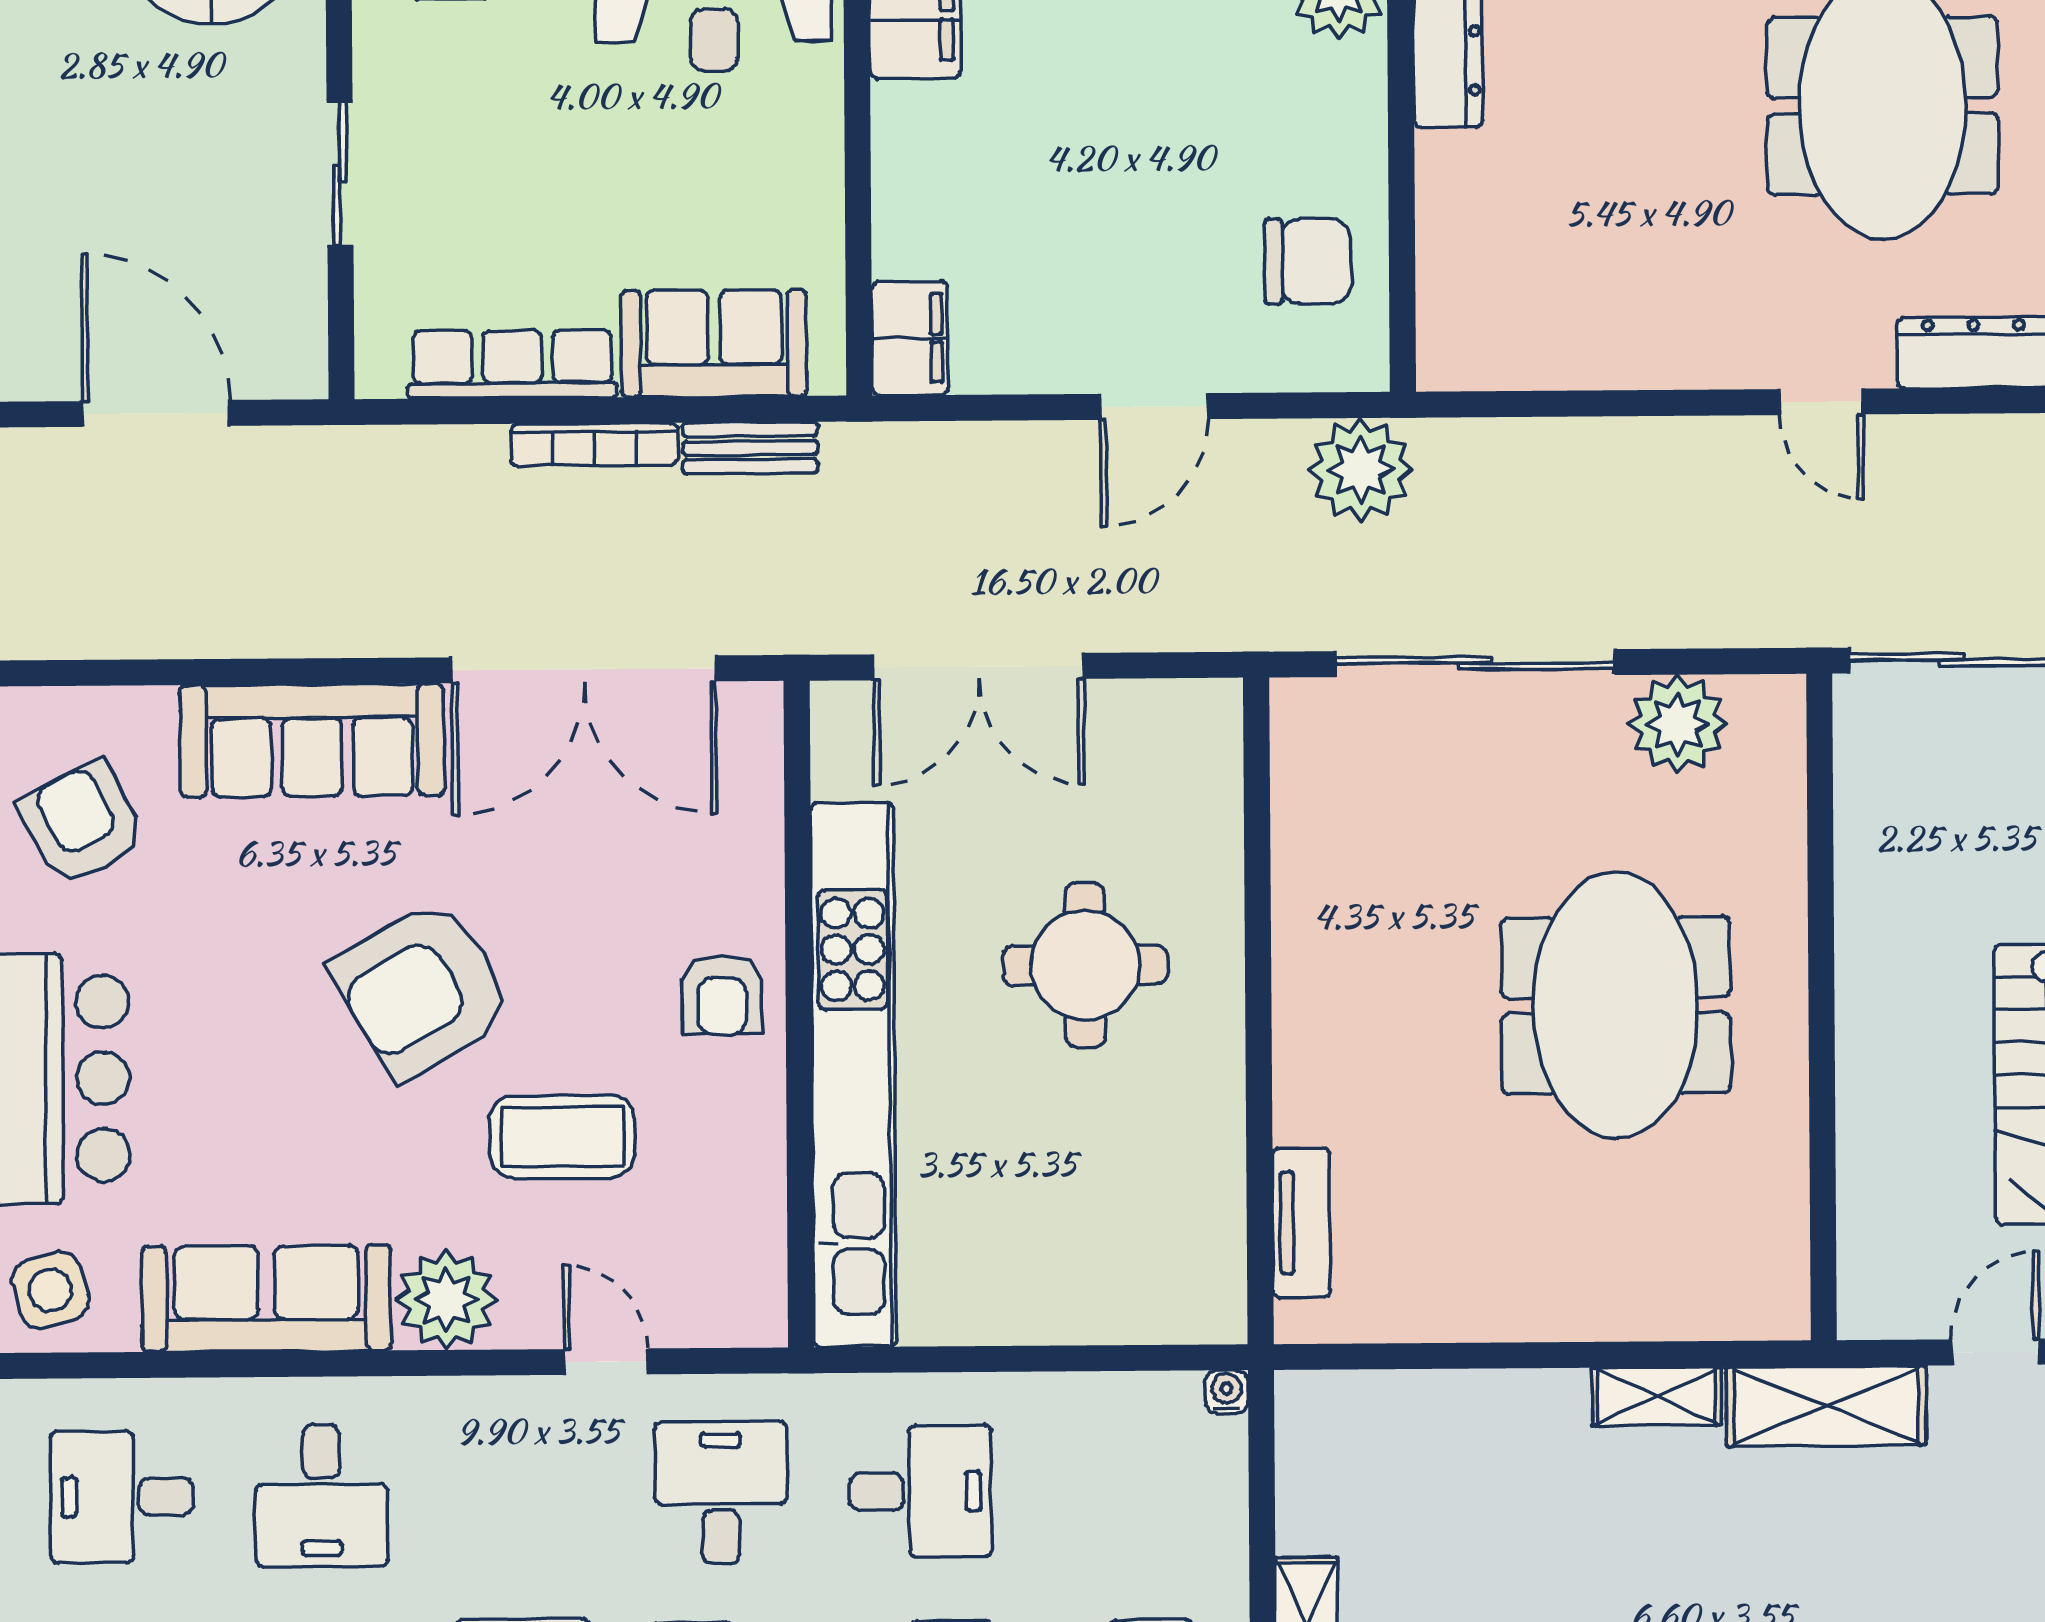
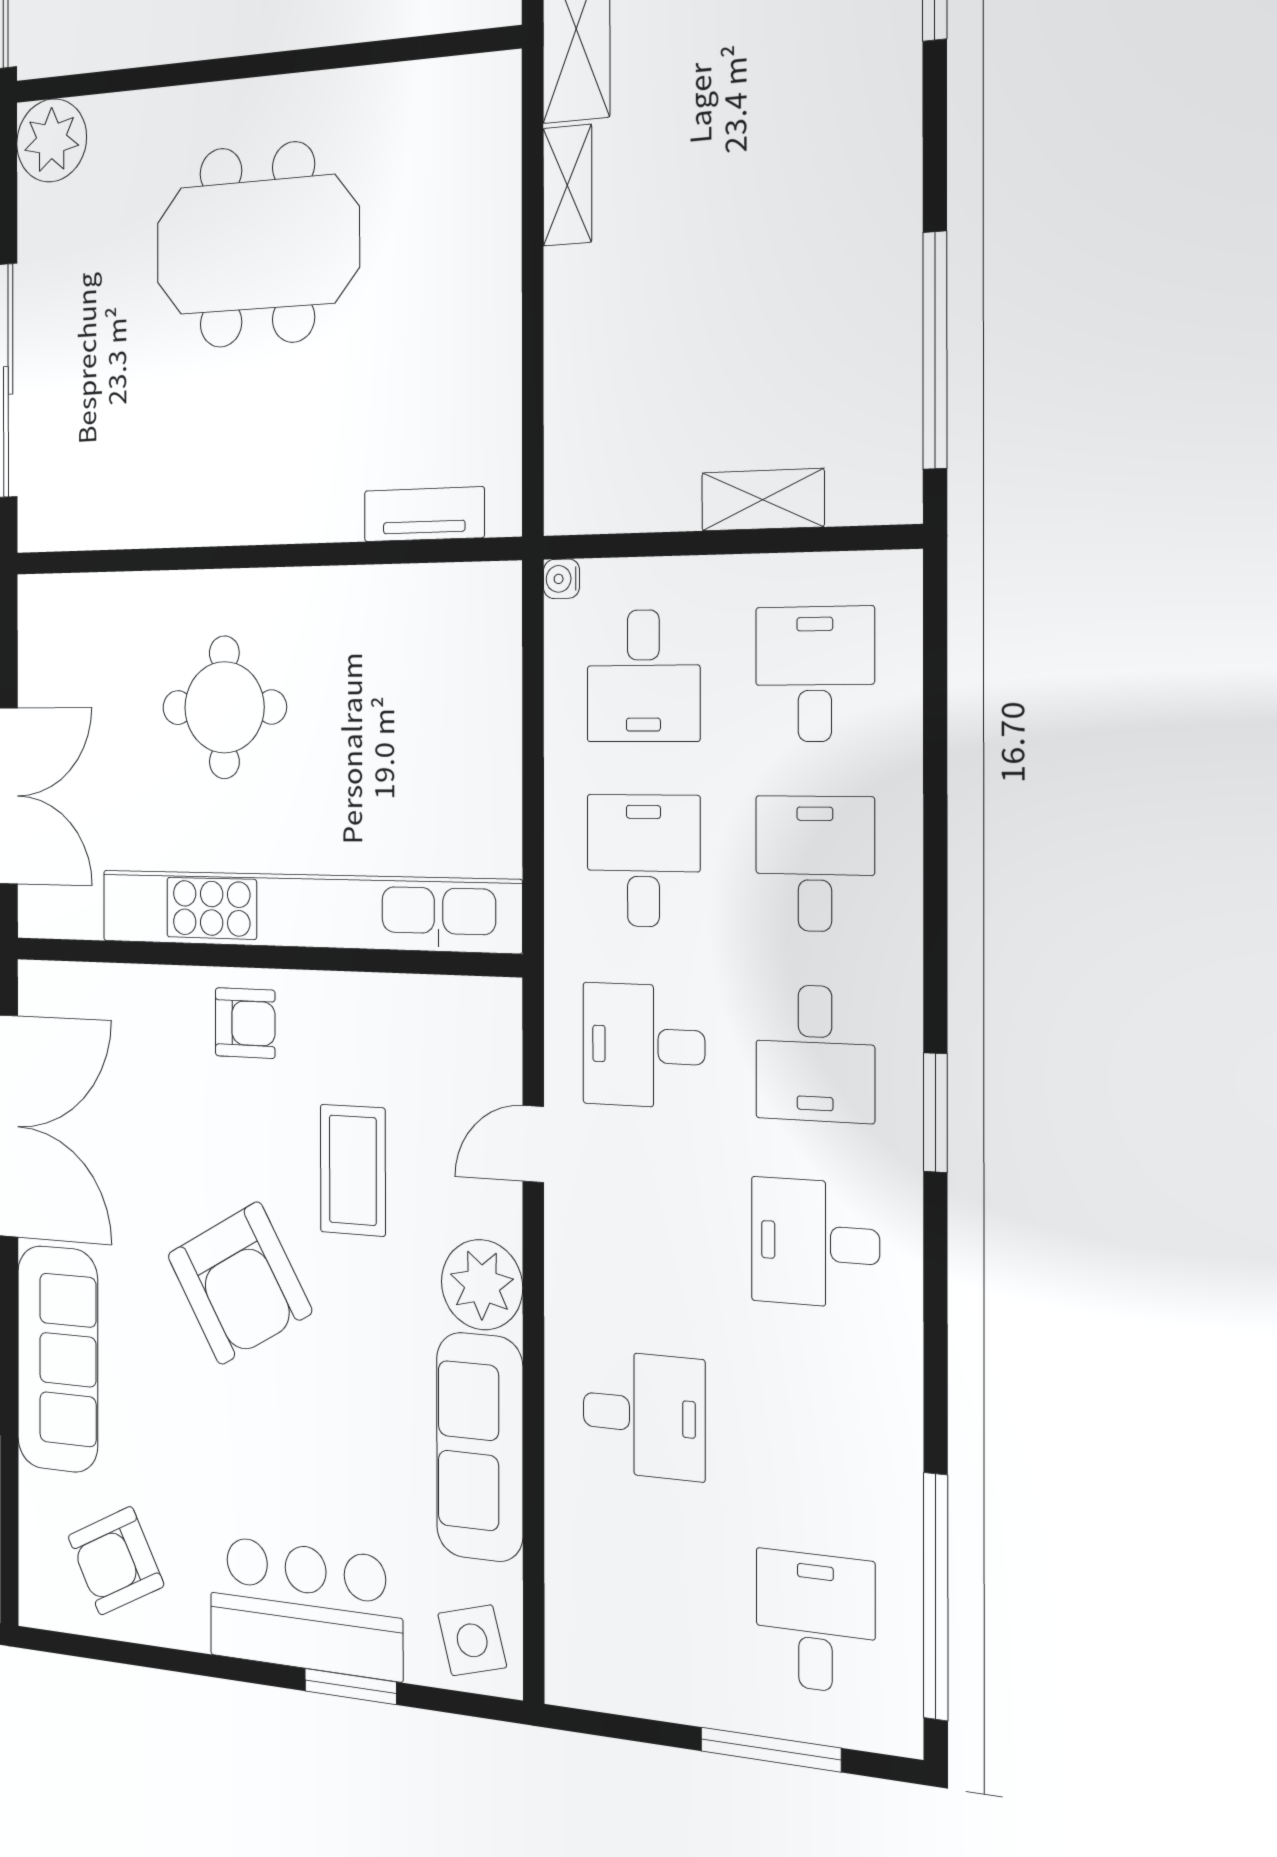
plant: (1678, 724) -> (52, 140), moved
desk: (122, 1497) -> (643, 676), moved

